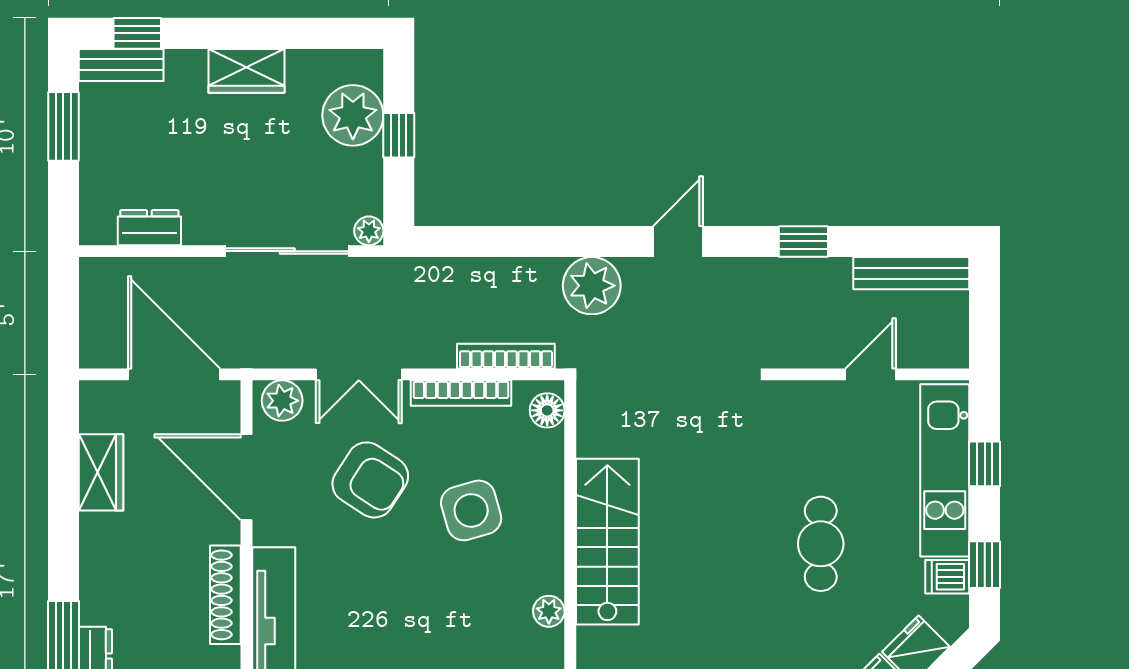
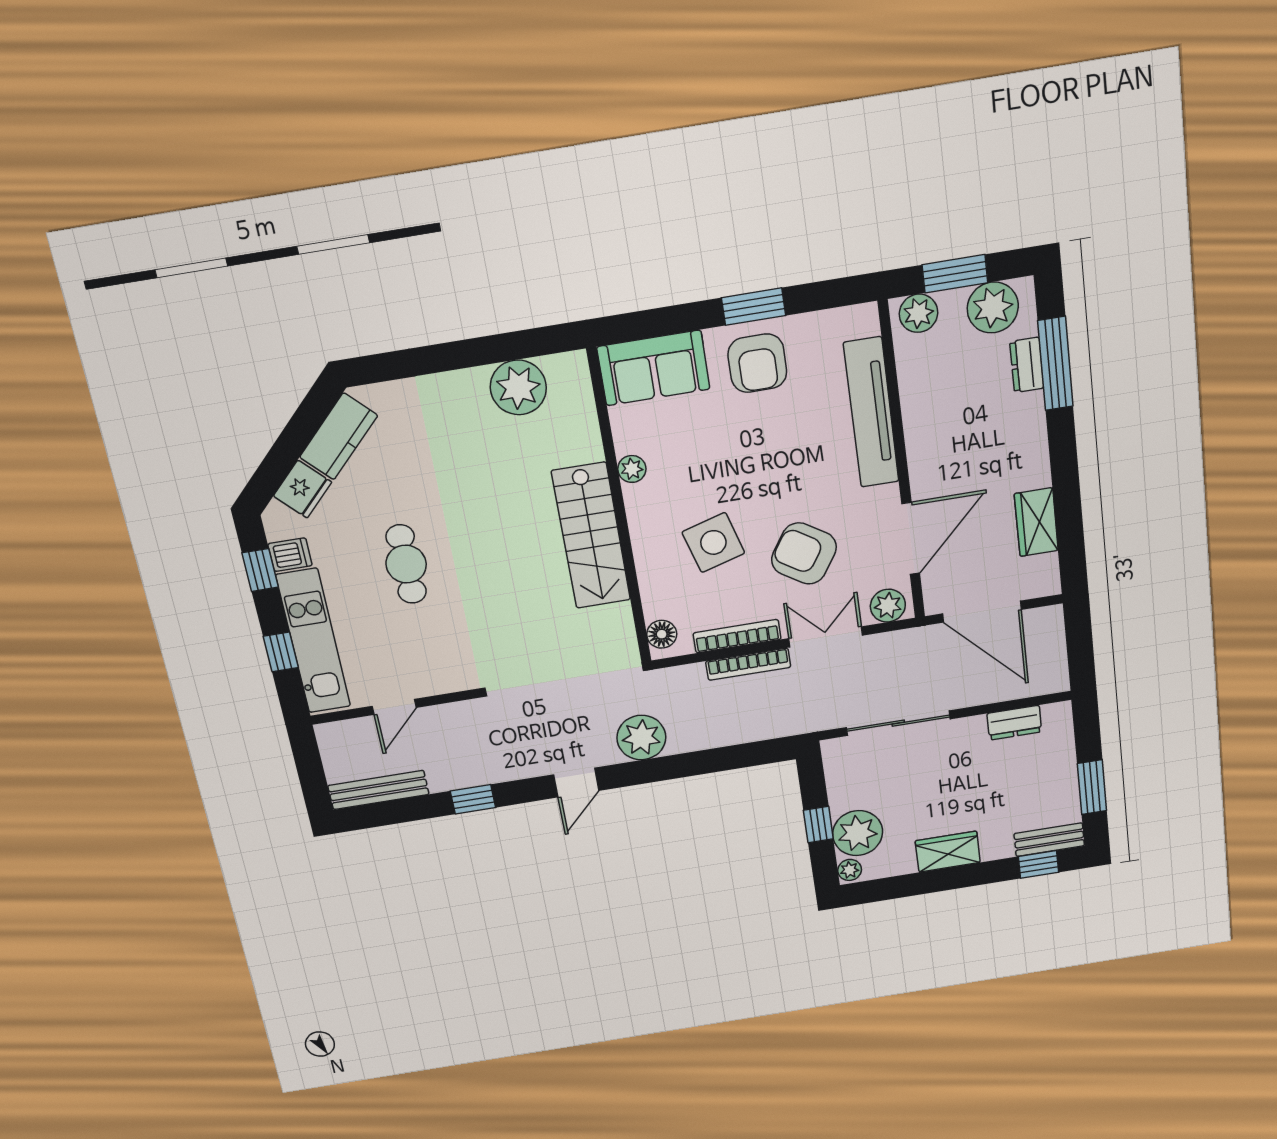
plant: (369, 231) -> (850, 870), moved
bookcase: (506, 356) -> (748, 664), moved
door: (247, 477) -> (911, 539), hinge flipped
shoe rack: (225, 595) -> (917, 437), removed

